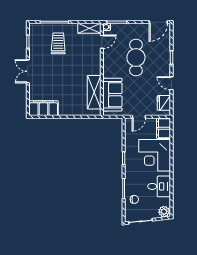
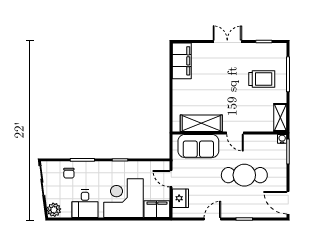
door: (102, 42) -> (235, 133), moved
fridge: (164, 103) -> (180, 198), moved, turned 90

